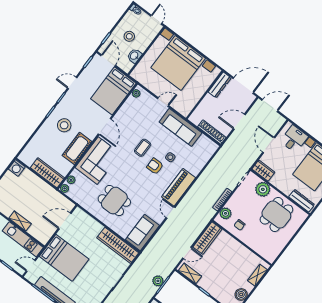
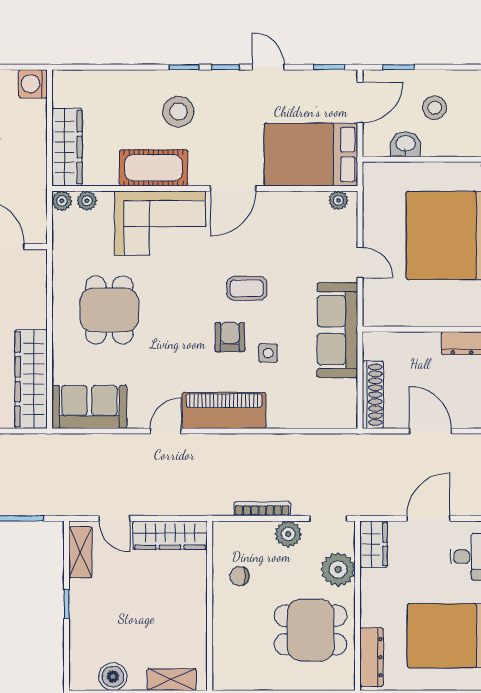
plant: (226, 213) -> (288, 534), moved
plant: (158, 281) -> (21, 503), removed

